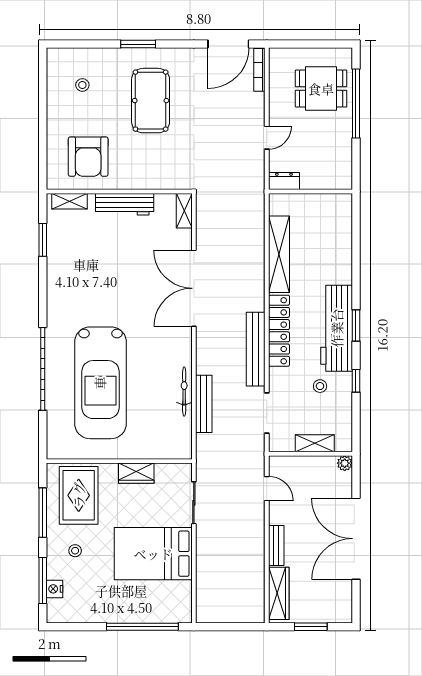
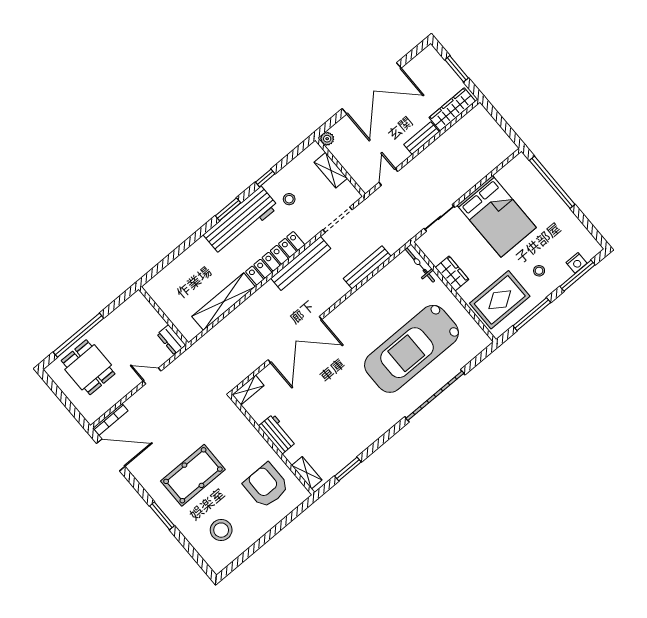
stool: (82, 85) -> (221, 530), width x1.89, depth x1.89
armchair: (88, 157) -> (266, 486), turned -90
workbench: (125, 204) -> (278, 434), width x0.73
car: (100, 383) -> (411, 349), turned 180
bicycle: (184, 392) -> (420, 265), moved, turned 90

